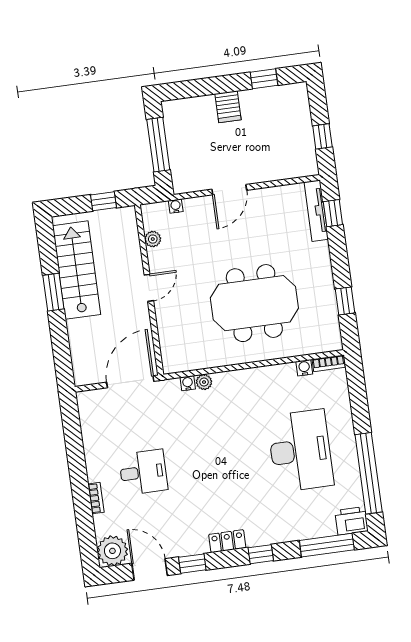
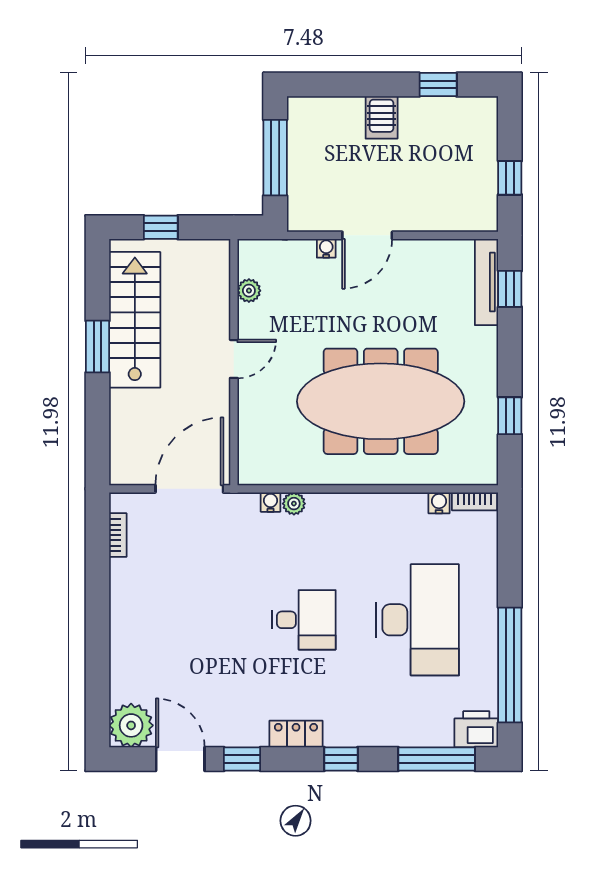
window: (104, 201) -> (161, 227), moved
water cooler: (176, 206) -> (326, 248), moved
meeting table: (254, 303) -> (381, 401), width x1.36
desk: (143, 472) -> (304, 620), moved
bookcase: (96, 498) -> (118, 535), moved

